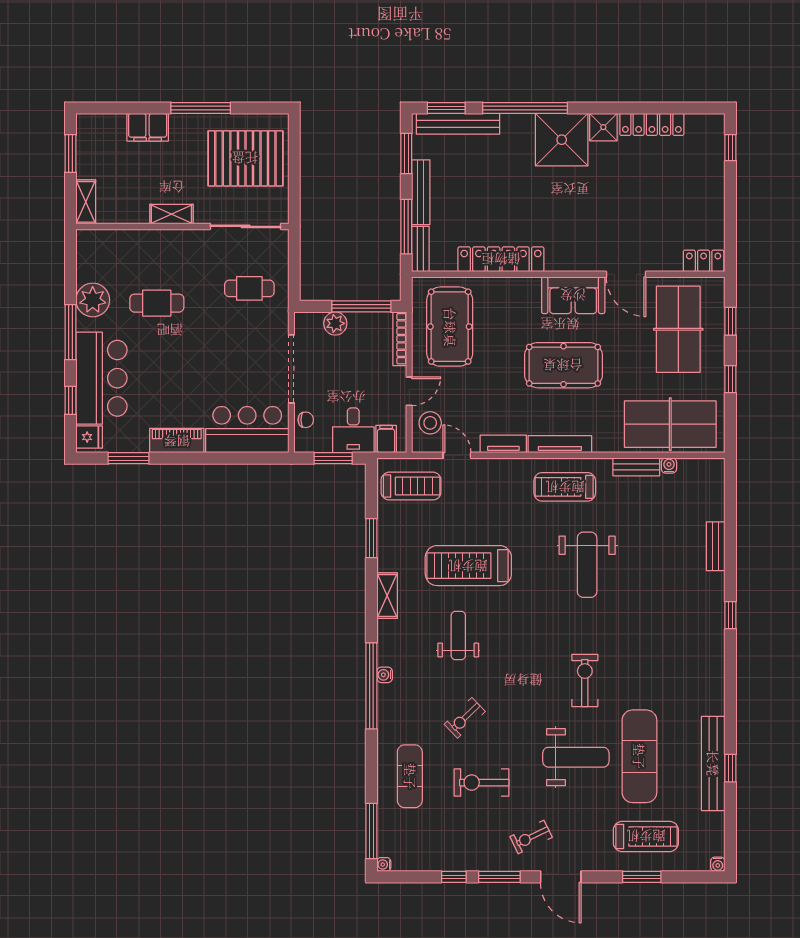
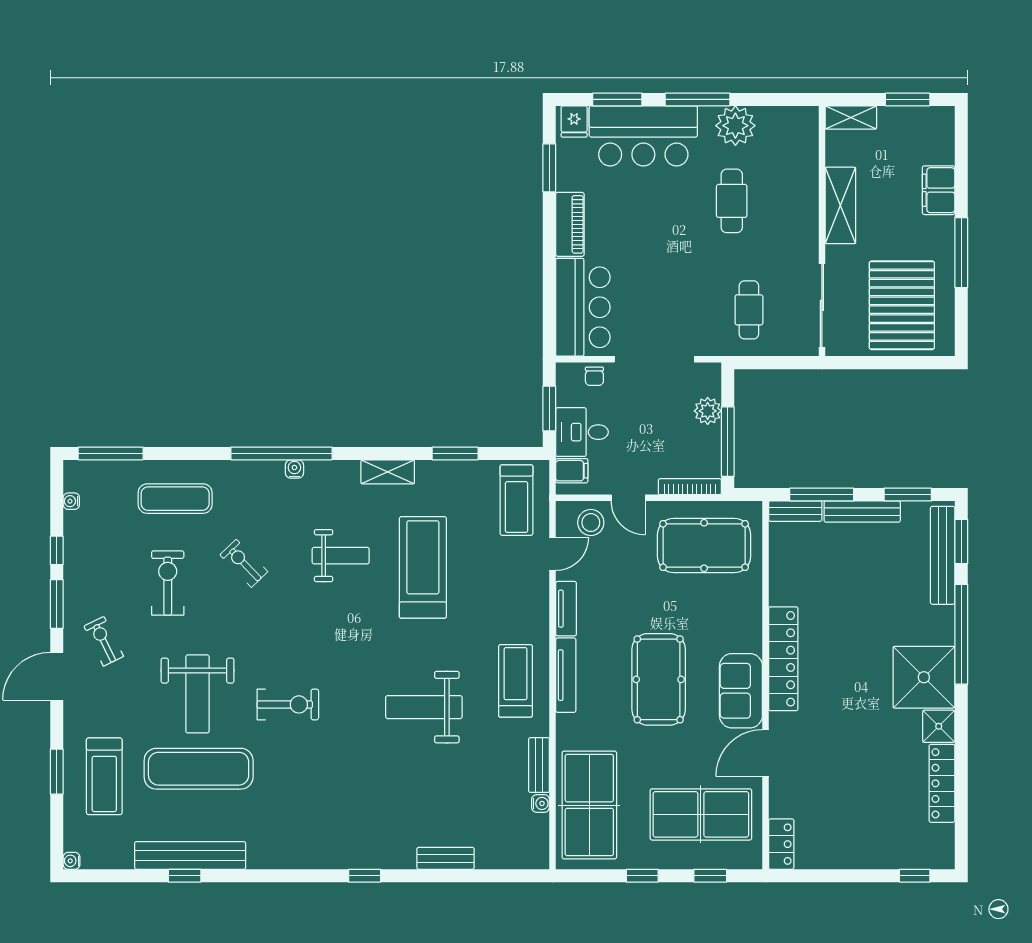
shelving: (171, 214) -> (840, 205), width x1.50, depth x1.33
locker: (501, 259) -> (783, 659), moved
window: (70, 400) -> (617, 99), width x1.50
water cooler: (384, 864) -> (71, 501), moved, turned -90

